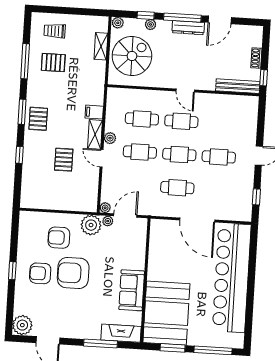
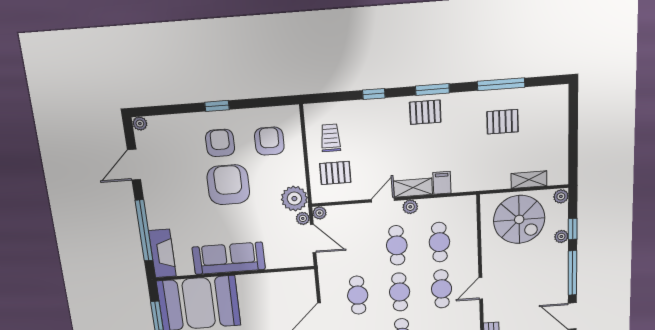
dresser: (188, 28) -> (560, 281), removed
trolley: (55, 31) -> (330, 138), moved
pallet: (53, 63) -> (502, 122), turned 90
pallet: (64, 160) -> (335, 173), moved
armchair: (59, 238) -> (269, 141), moved
sofa: (132, 290) -> (229, 258), width x1.36
plant: (22, 325) -> (140, 124), width x0.53, depth x0.53
window: (100, 343) -> (144, 231), width x1.46

